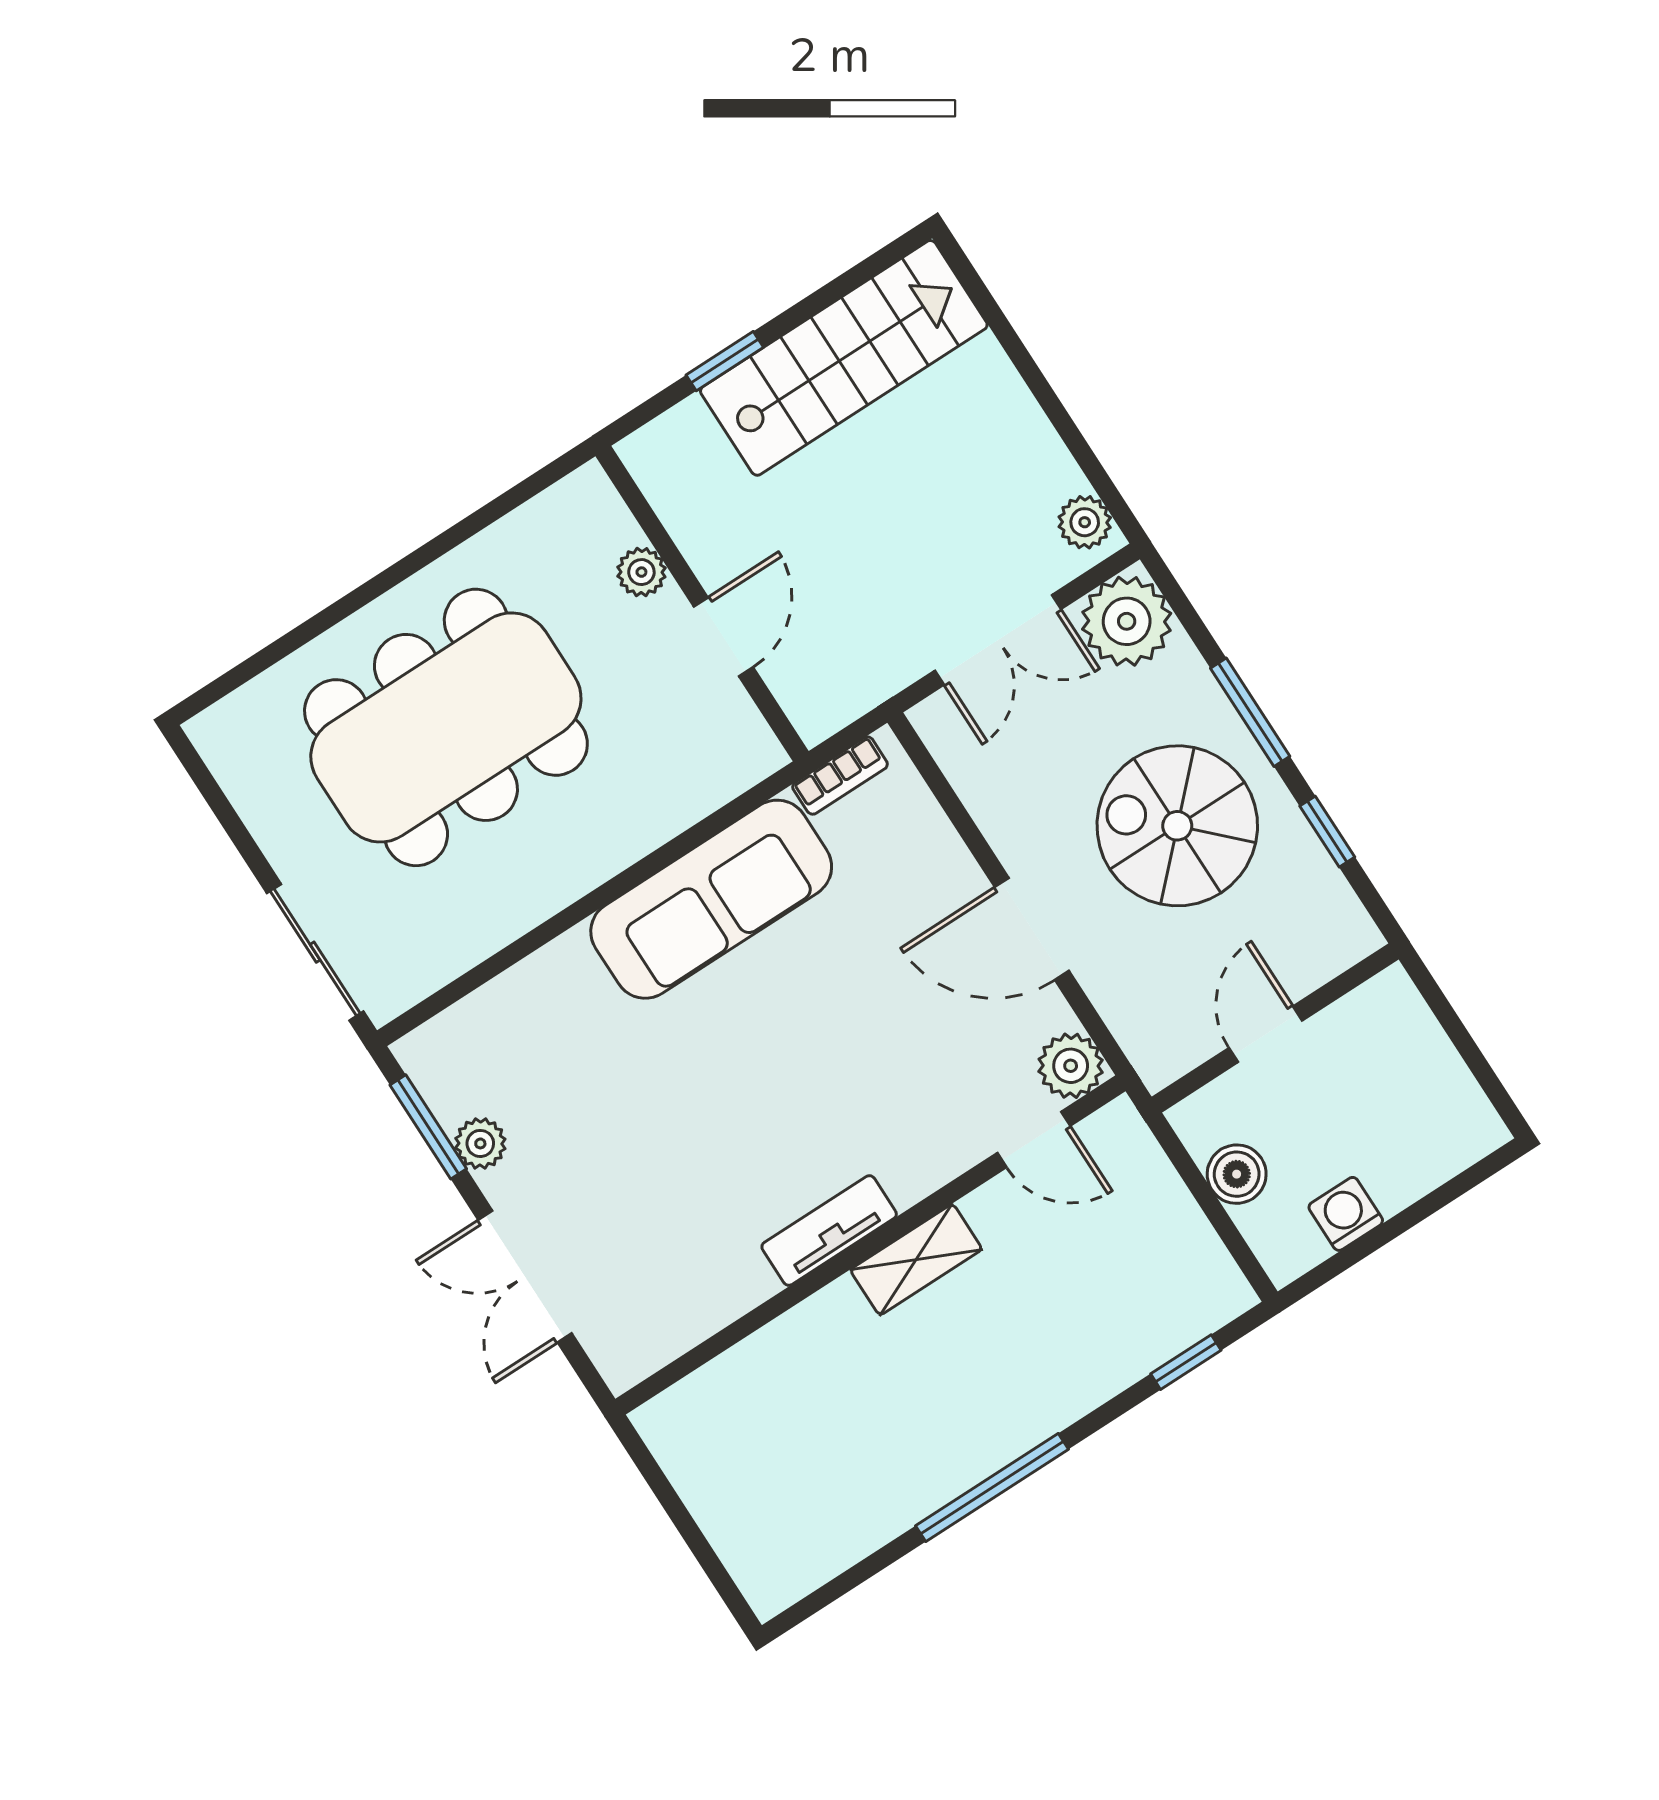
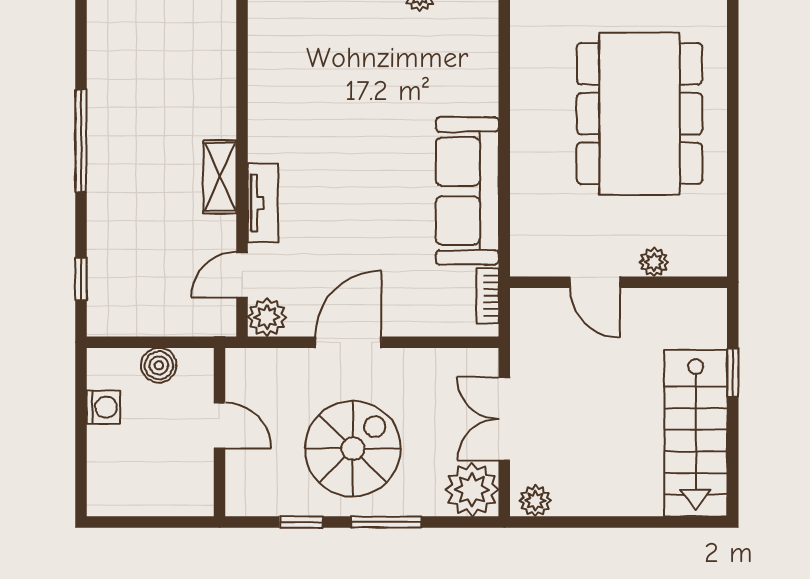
tv unit: (829, 1230) -> (263, 203), moved

